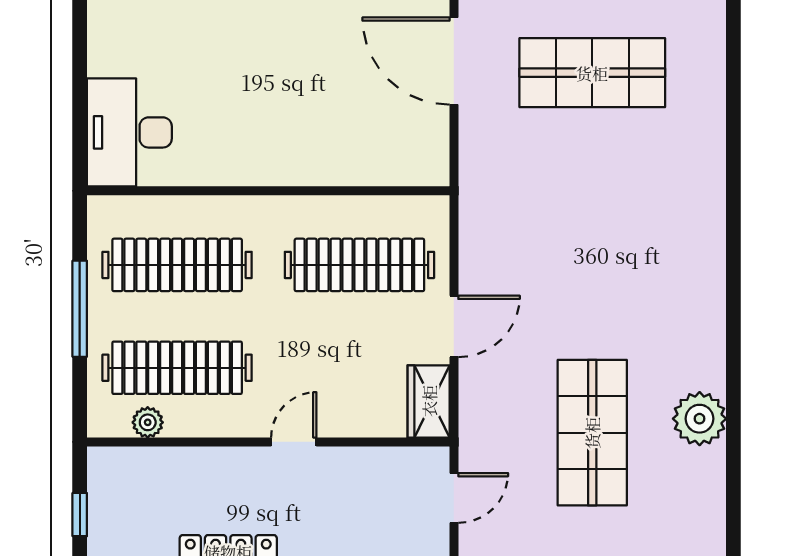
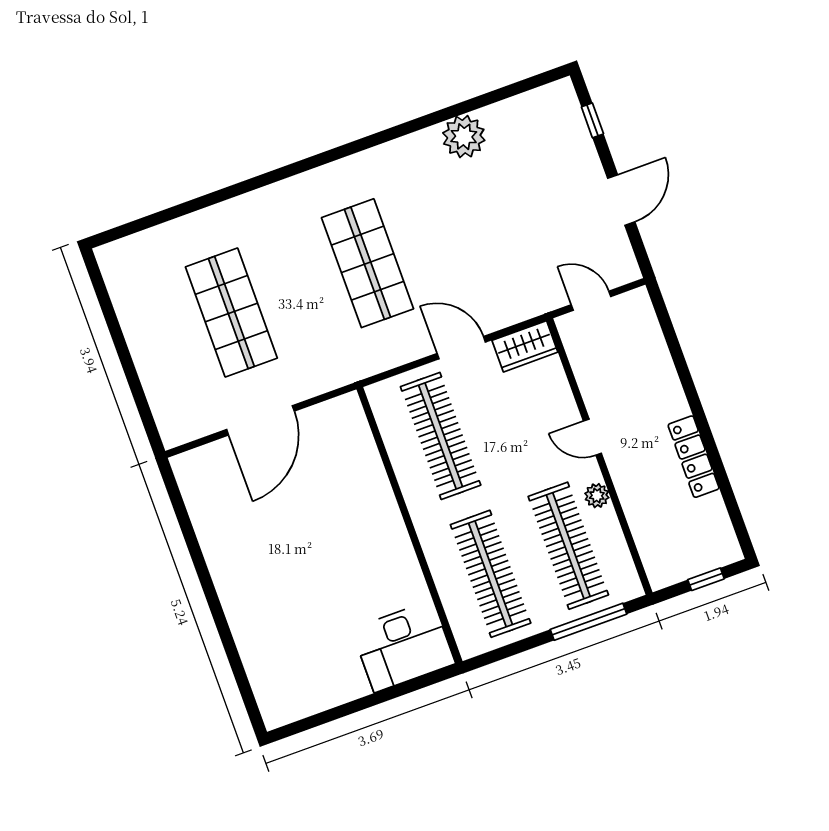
window: (80, 309) -> (589, 622), moved
plant: (148, 422) -> (597, 496), moved
shop shelf: (592, 433) -> (368, 263), moved, turned 90

